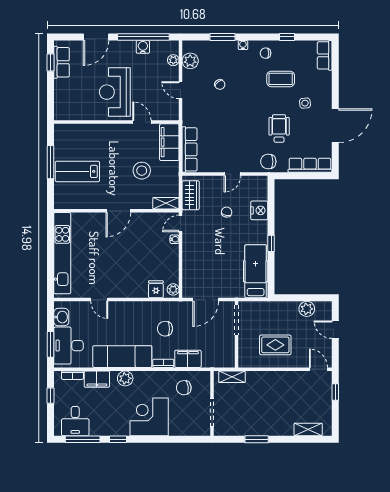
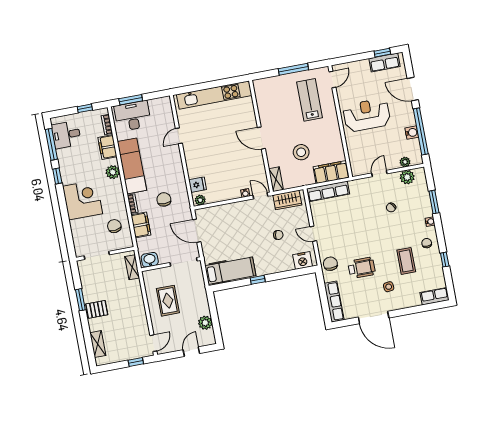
door: (142, 122) -> (332, 79), moved
lab bench: (77, 171) -> (310, 100), moved
nightstand: (259, 210) -> (303, 261), moved
washbasin: (61, 317) -> (150, 260), moved, turned 180
pallet: (270, 423) -> (97, 309), added

